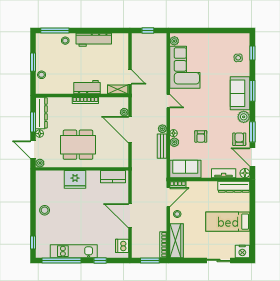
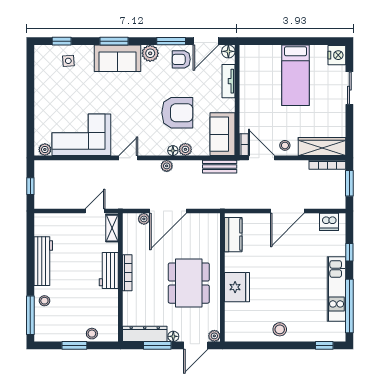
armchair: (201, 136) -> (177, 113), width x1.88, depth x1.88
bench: (162, 146) -> (220, 167), moved
dresser: (234, 187) -> (247, 67), removed

